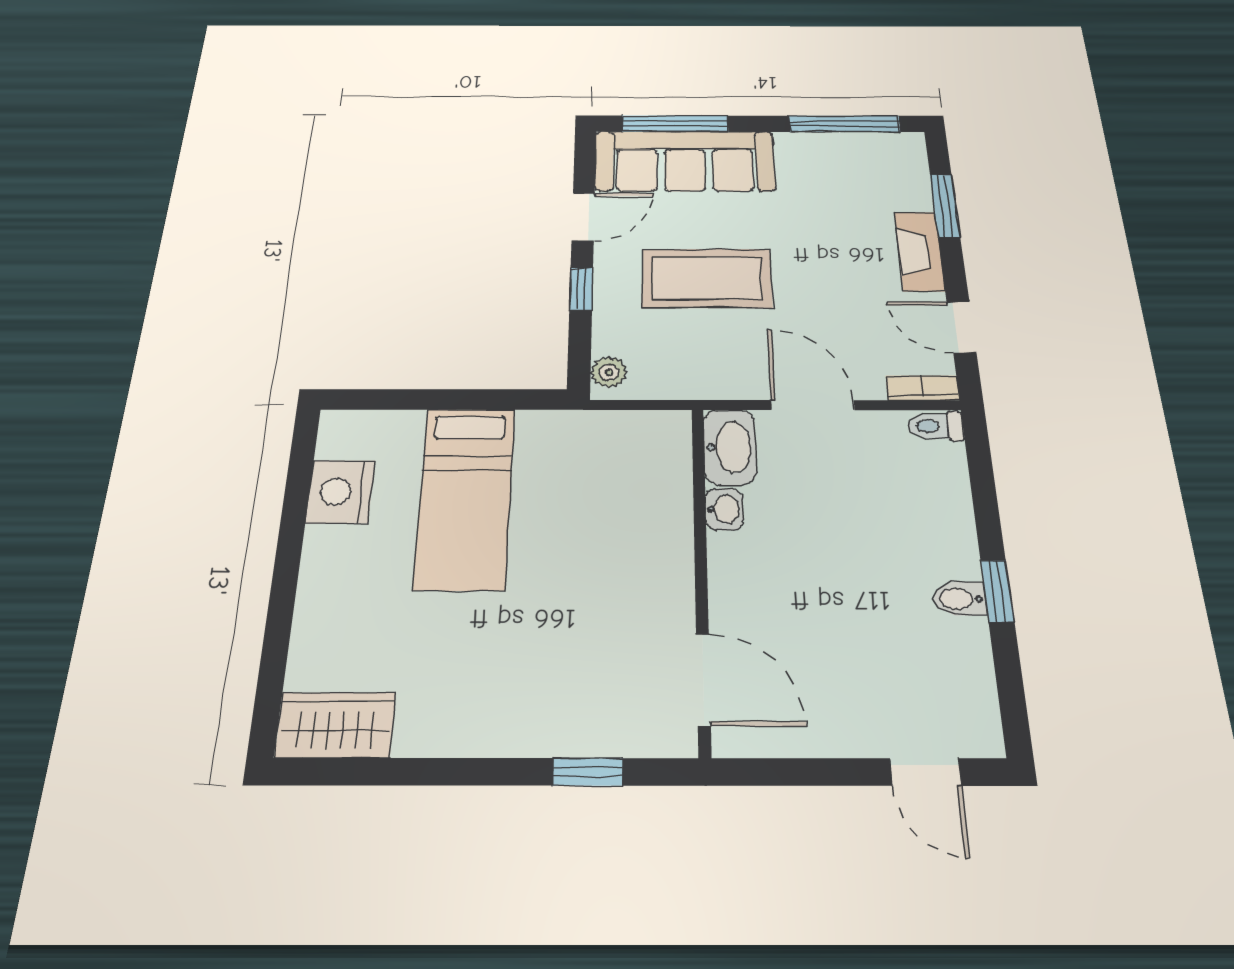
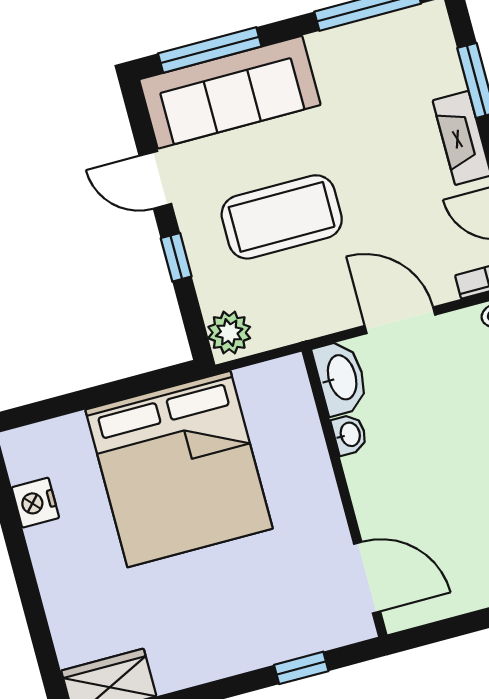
door: (583, 217) -> (155, 180), swing flipped
plant: (609, 372) -> (229, 333), width x1.38, depth x1.38
nightstand: (340, 492) -> (35, 503), width x0.74, depth x0.75
bed: (465, 497) -> (179, 469), width x2.04

